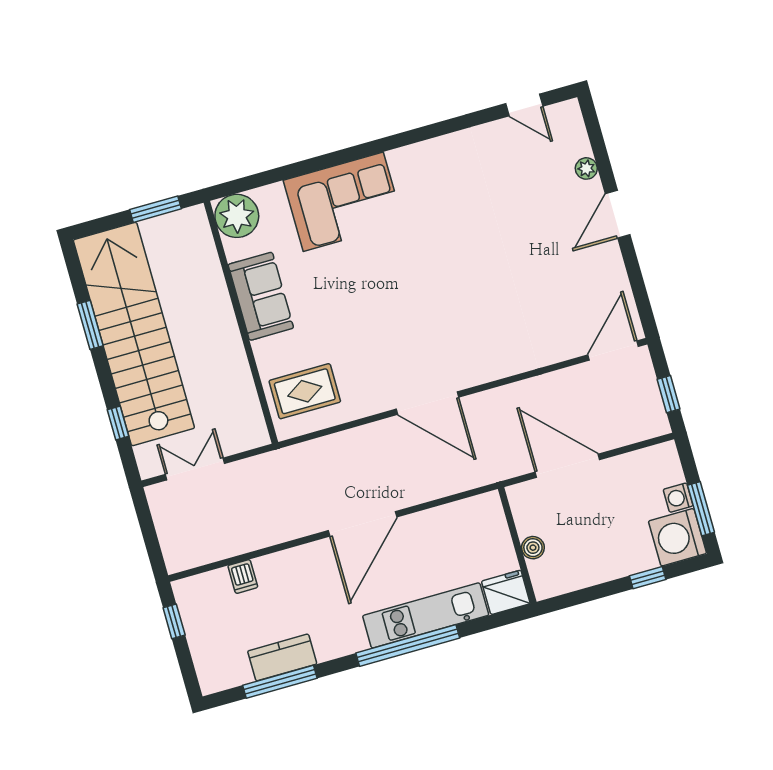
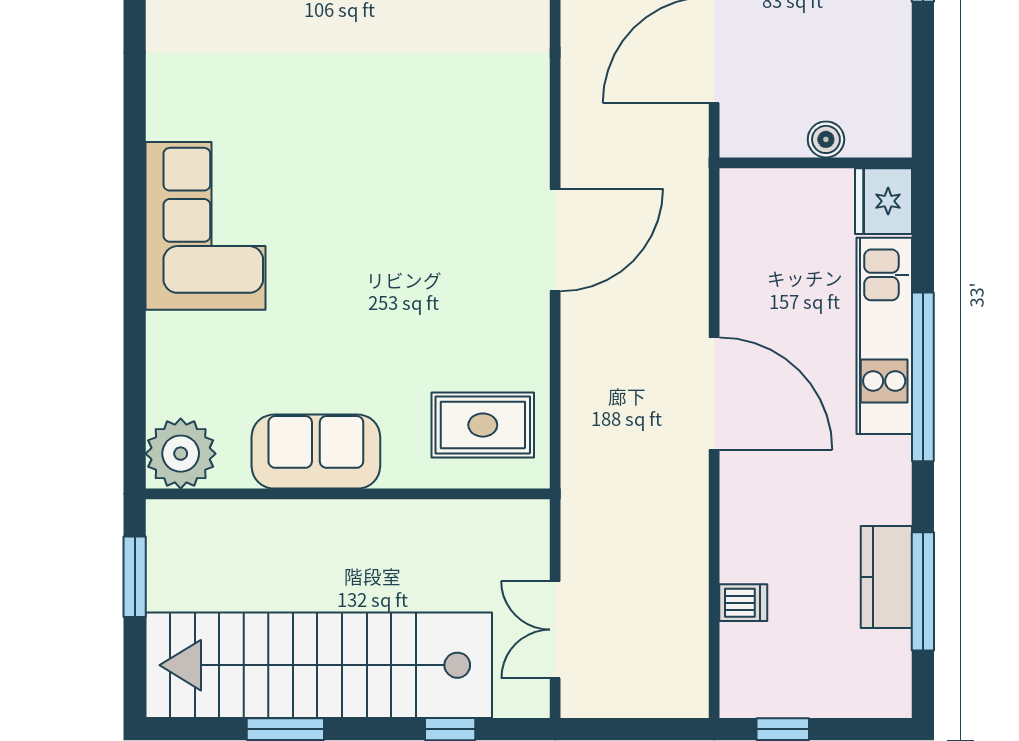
corner sofa: (343, 202) -> (205, 226), moved
rug: (305, 391) -> (483, 425), turned 90

